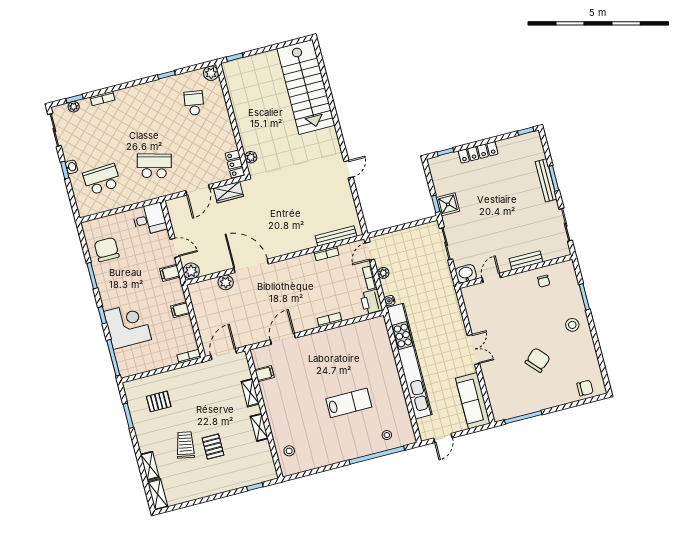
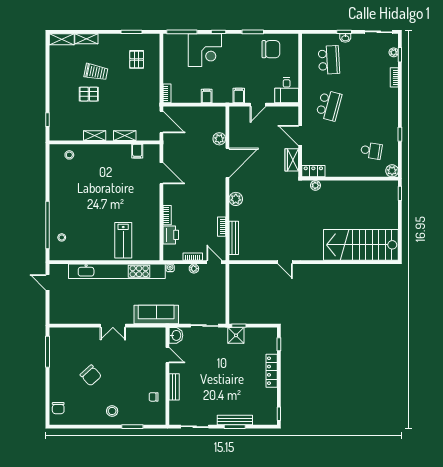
plant: (191, 271) -> (236, 199), moved
printer: (371, 302) -> (171, 235), moved, turned 90
sofa: (473, 401) -> (156, 314), moved
lab bench: (349, 403) -> (123, 240), moved

